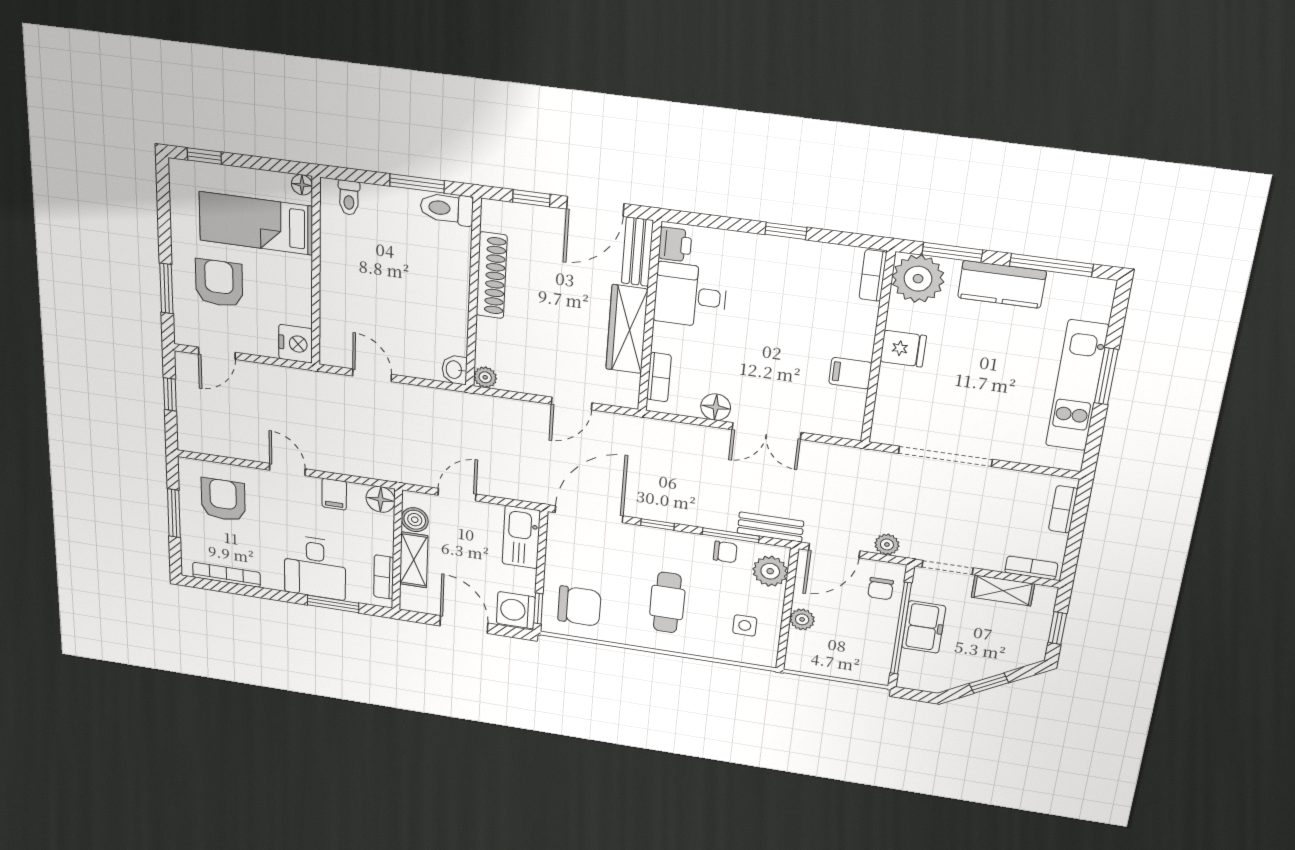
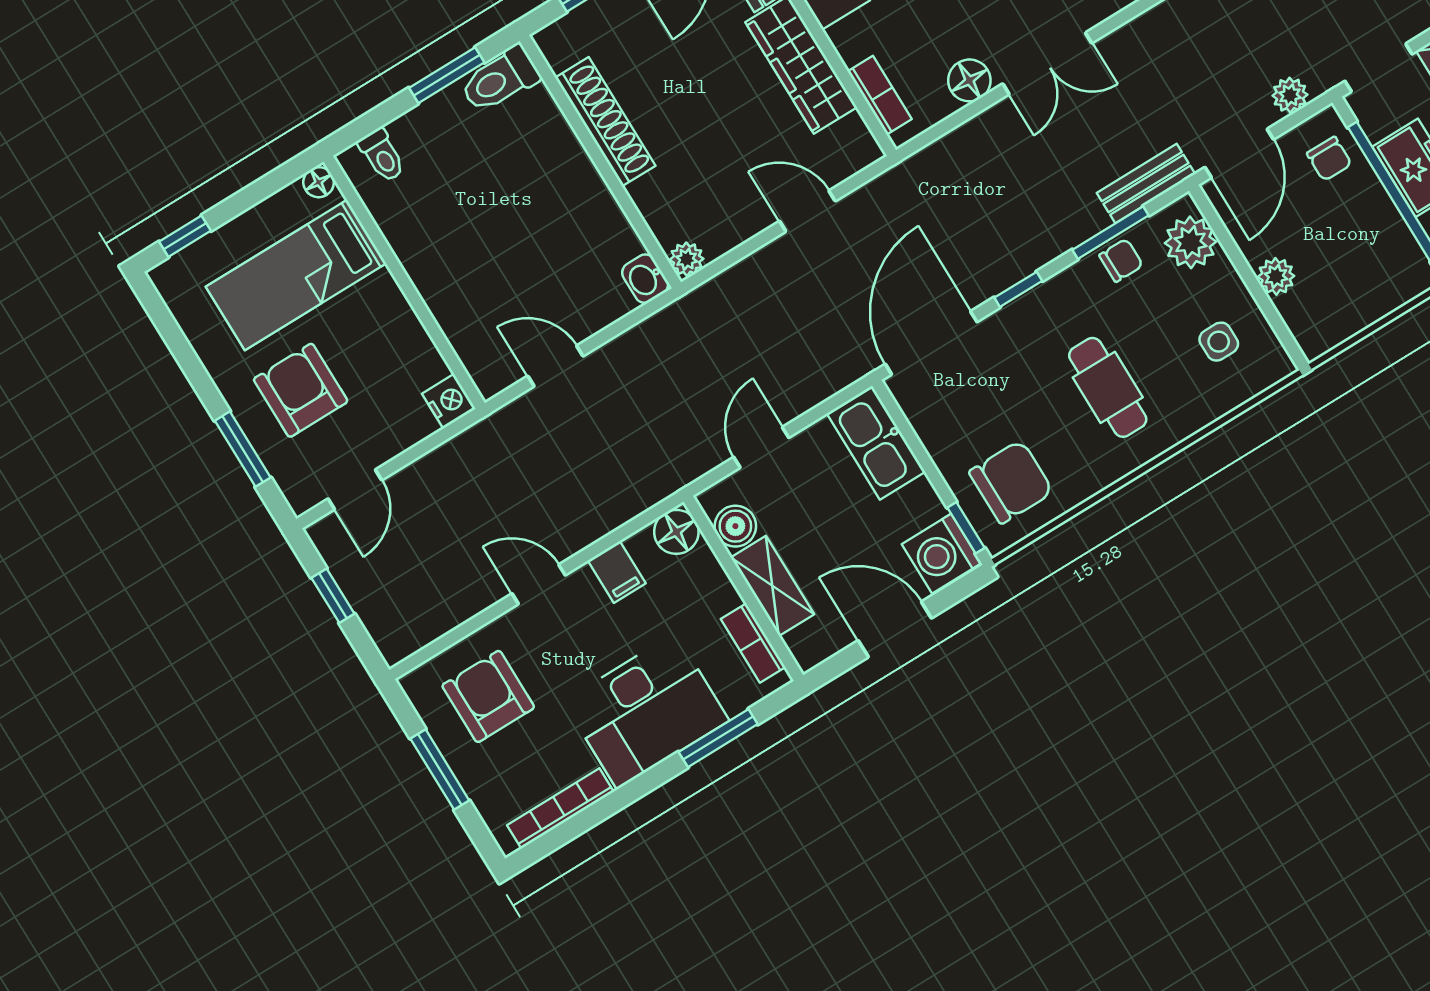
nightstand: (296, 344) -> (449, 401), width x0.74, depth x0.75
door: (572, 403) -> (807, 211), swing flipped
desk: (315, 567) -> (646, 711), width x1.37

